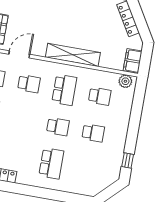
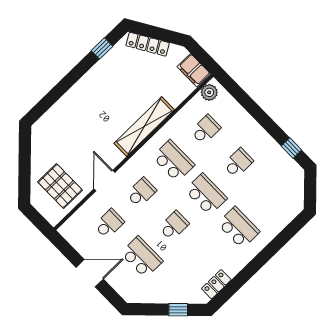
school desk: (22, 120) -> (174, 226), added
school desk: (58, 127) -> (206, 194), width x1.85

